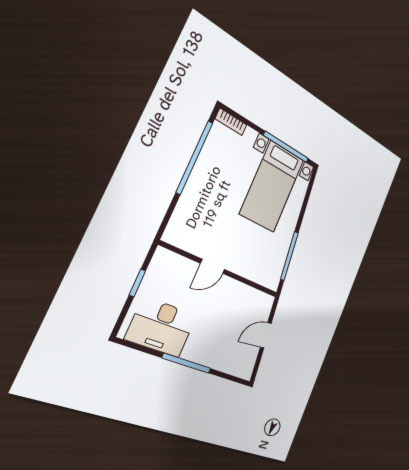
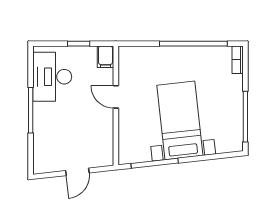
bed with nightstands: (272, 186) -> (180, 120), moved, turned 84
filing cabinet: (166, 259) -> (105, 57), added
door: (266, 335) -> (77, 172), swing flipped

